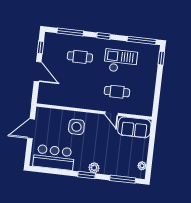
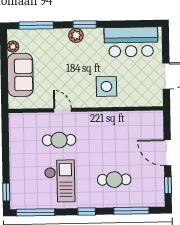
checkout: (121, 61) -> (60, 181), turned -90
sofa: (134, 127) -> (20, 75), moved, turned 90

